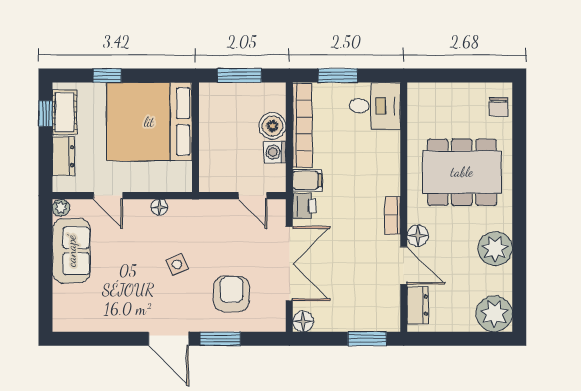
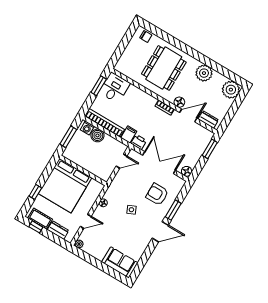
window: (338, 76) -> (99, 86), moved
washing machine: (275, 152) -> (87, 128), moved
sofa: (71, 251) -> (120, 262), moved

